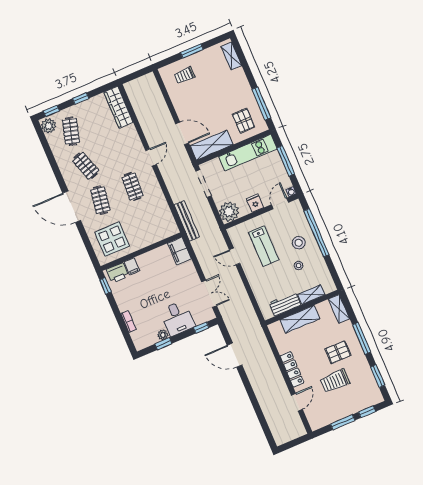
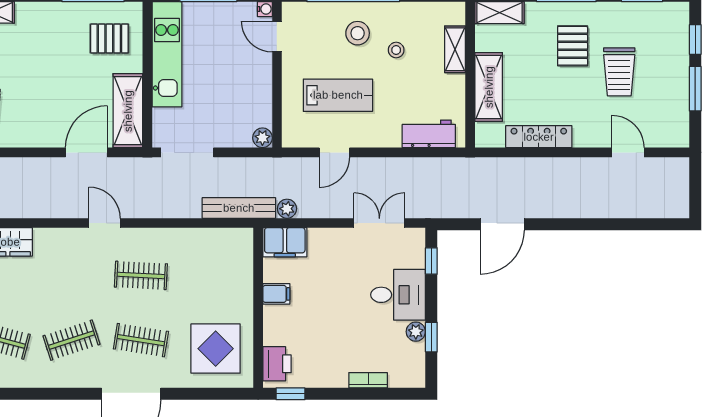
fridge: (255, 203) -> (258, 79), removed
plant: (229, 212) -> (262, 138), width x0.53, depth x0.53
plant: (197, 245) -> (287, 209), added
filing cabinet: (132, 266) -> (276, 294), moved
workbench: (285, 304) -> (429, 134), moved, turned 90
locker: (292, 369) -> (539, 137), moved

